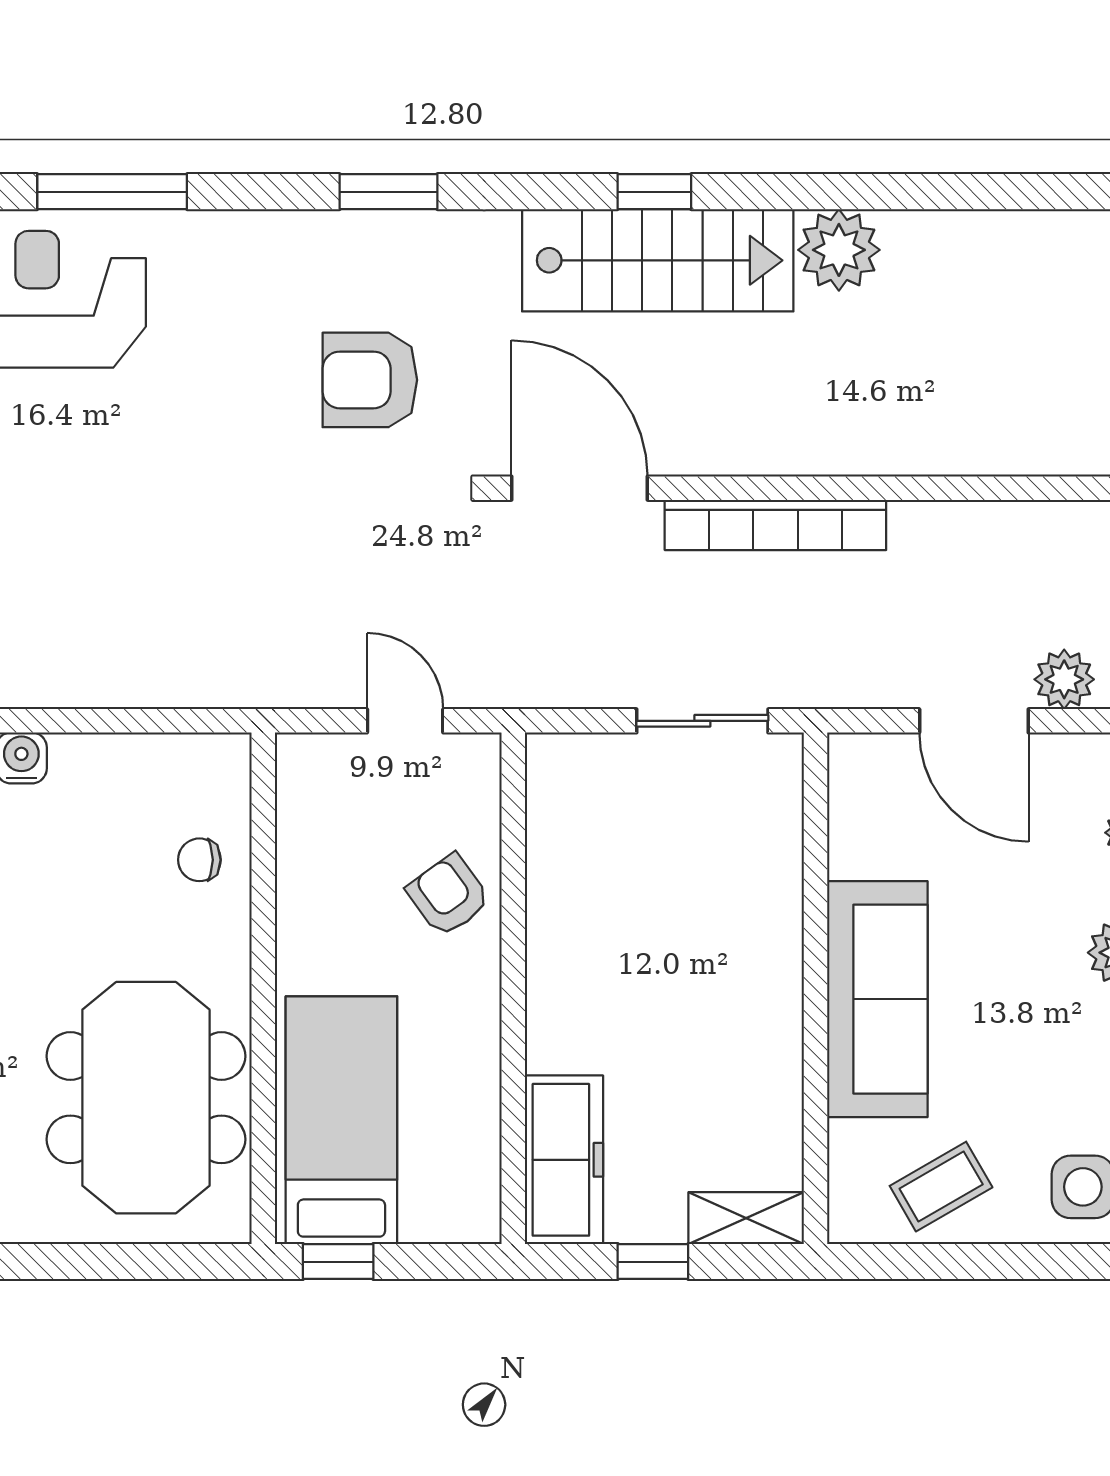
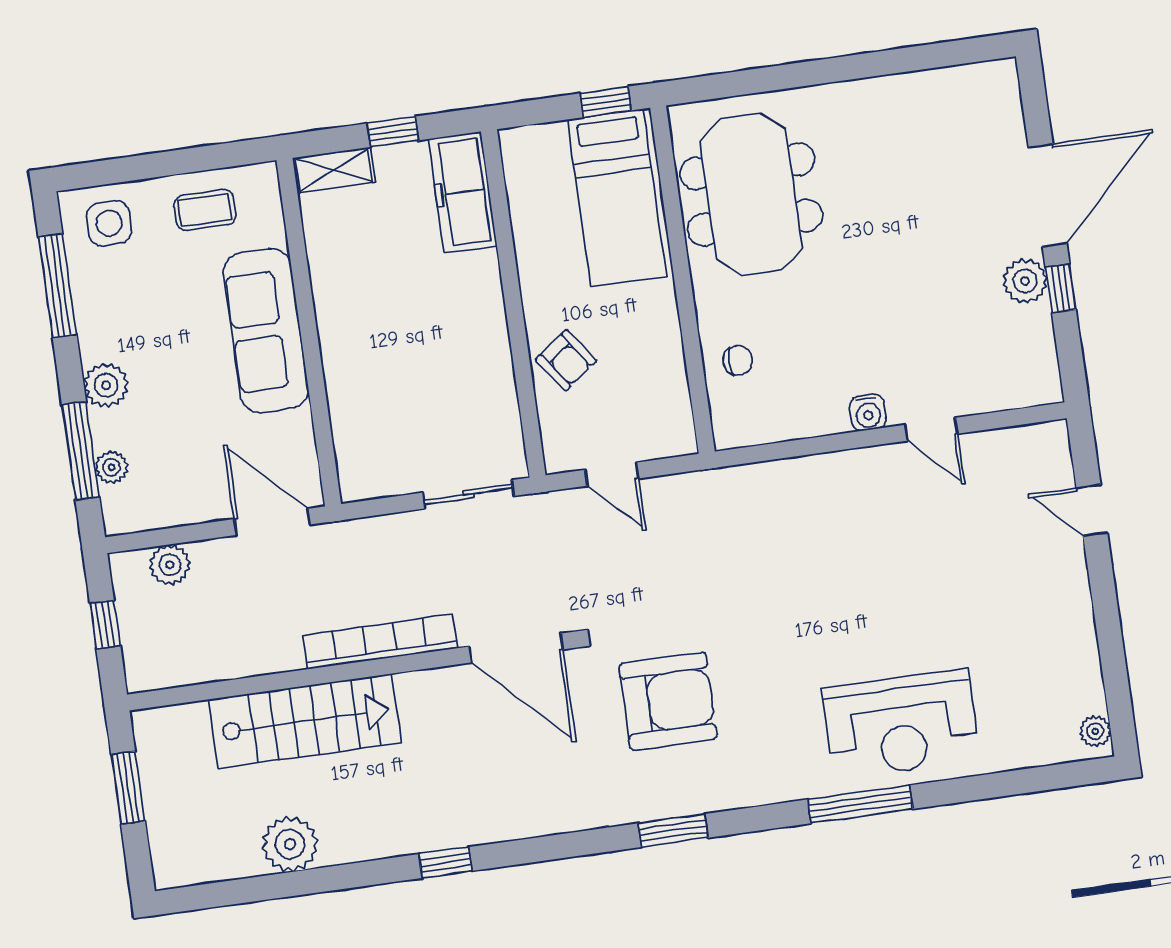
window: (654, 192) -> (445, 862), moved
plant: (839, 250) -> (290, 844), moved
stairs: (658, 260) -> (305, 721), moved, turned 180
armchair: (370, 380) -> (668, 701), width x1.36, depth x1.36
sliding door: (702, 721) -> (468, 494), moved
door: (974, 721) -> (272, 522), moved
coffee table: (941, 1187) -> (205, 210), turned 30

